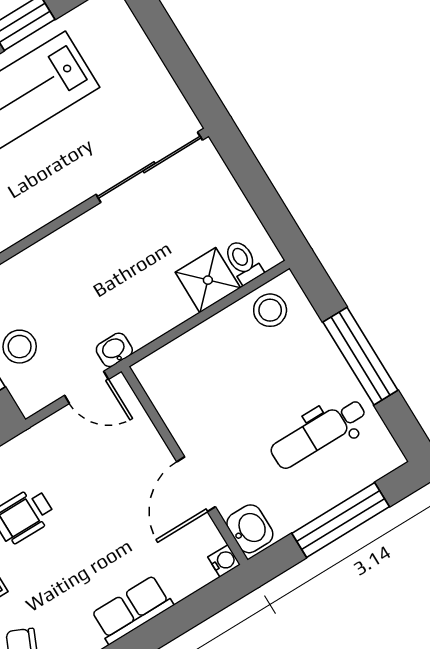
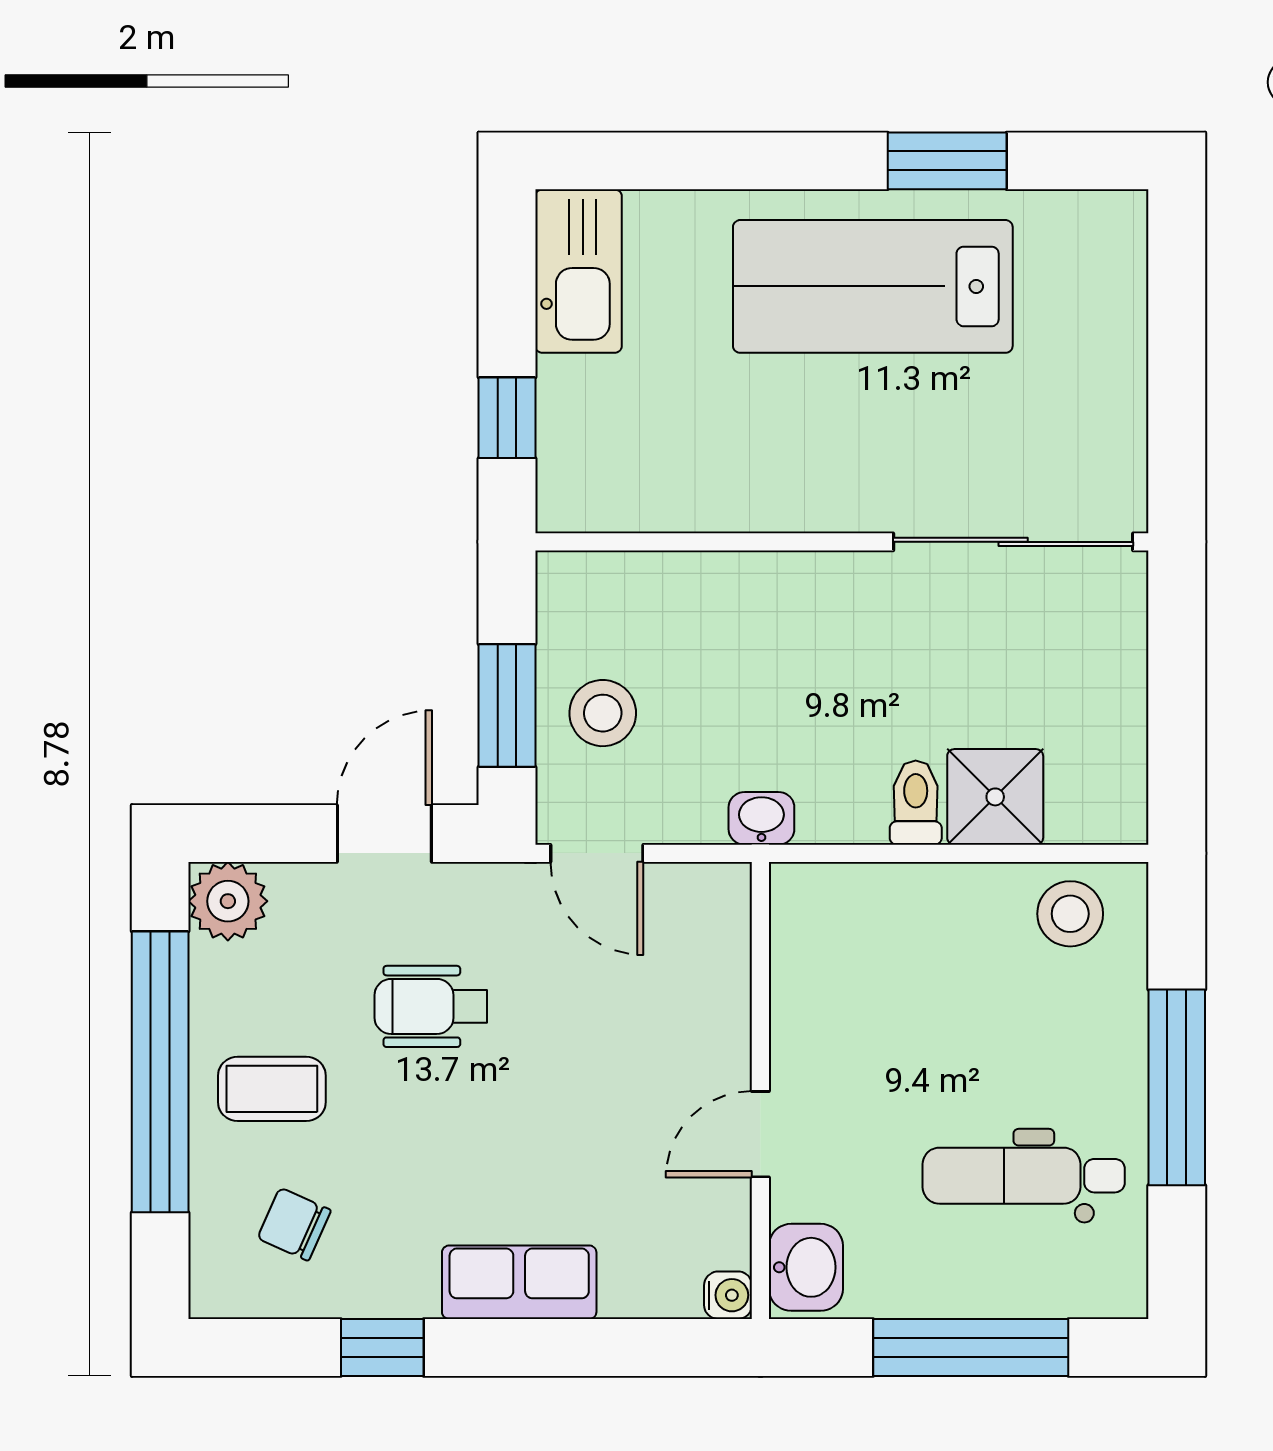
toilet: (243, 262) -> (916, 803), moved
door: (86, 387) -> (597, 853), moved
door: (196, 484) -> (760, 1134), width x0.73

